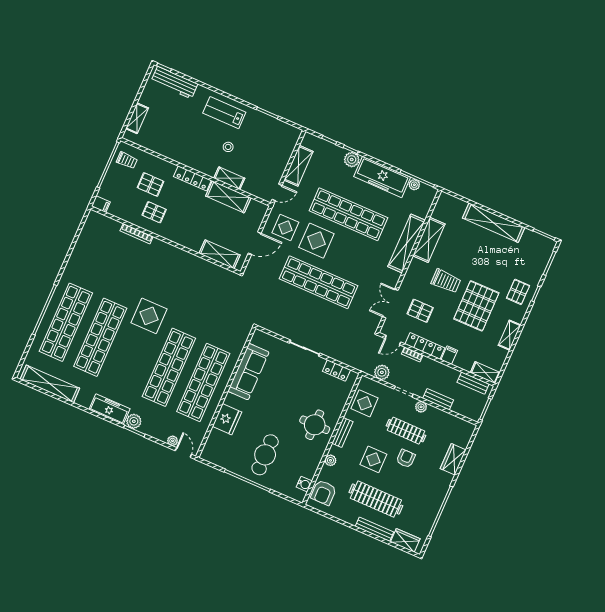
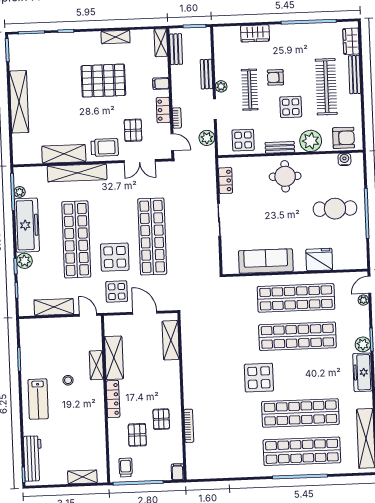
trolley: (446, 281) -> (105, 148), moved, turned 90
pallet: (518, 292) -> (72, 49), removed
locker: (425, 346) -> (163, 110), width x0.66
plant: (330, 460) -> (311, 141), width x1.88, depth x1.88

